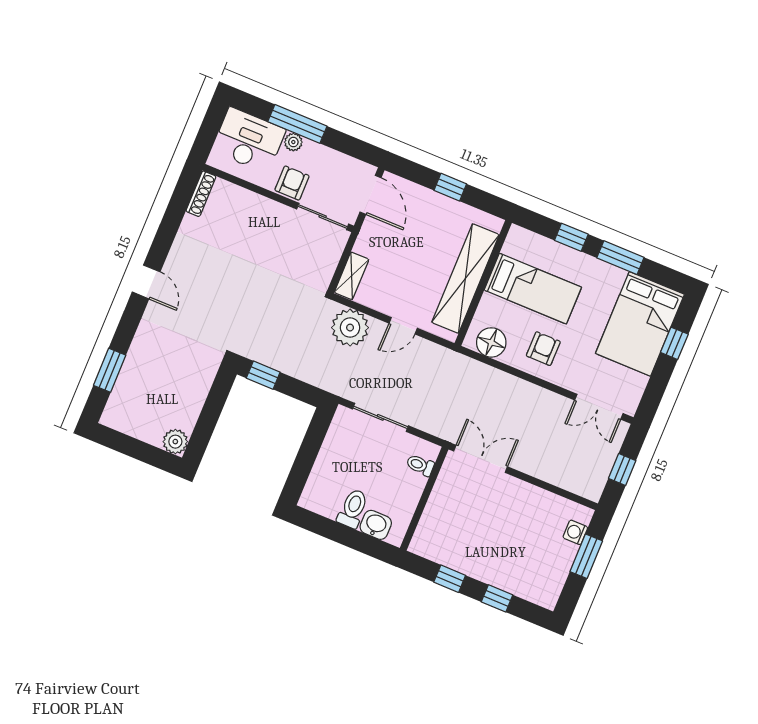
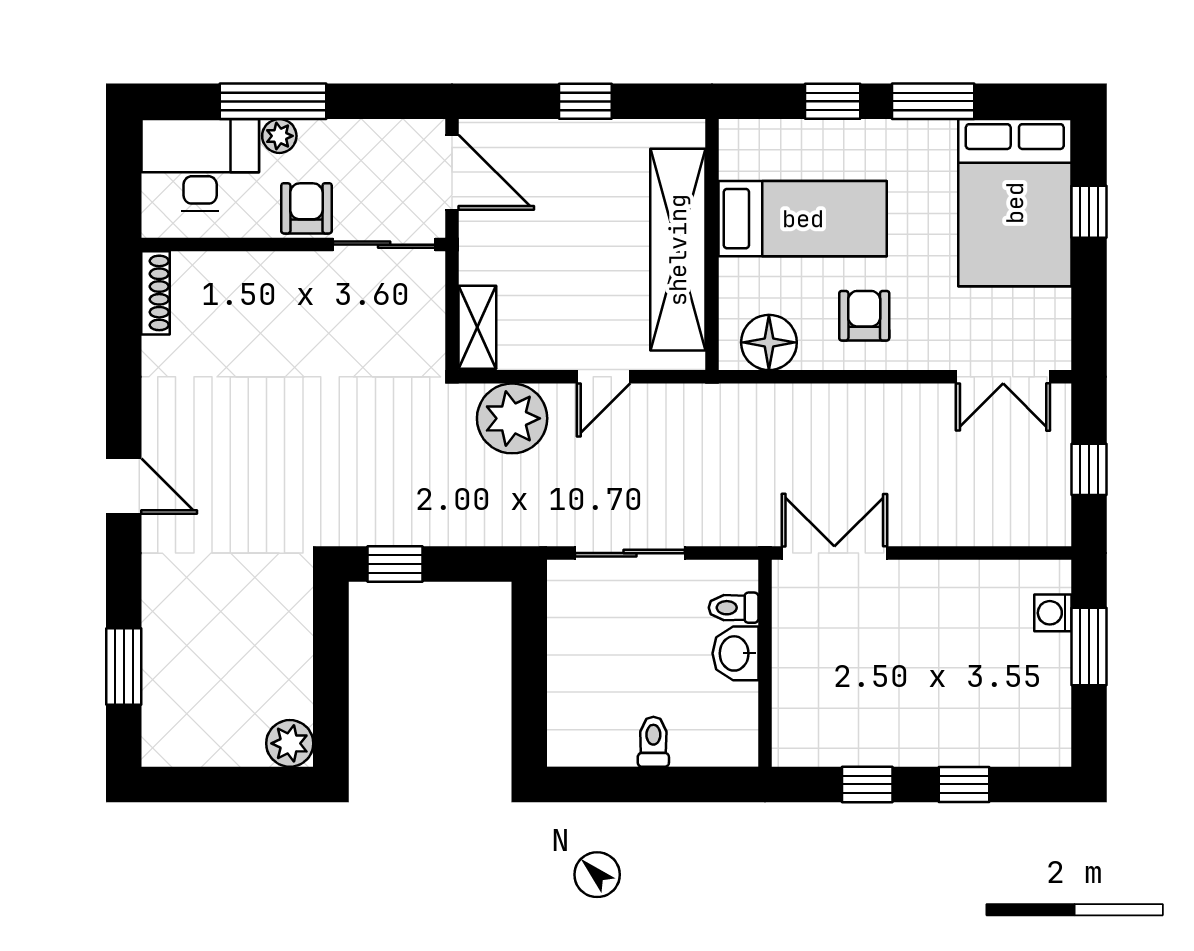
toilet: (353, 509) -> (653, 742), width x0.73, depth x0.72
washbasin: (376, 525) -> (735, 653), moved, turned -90

